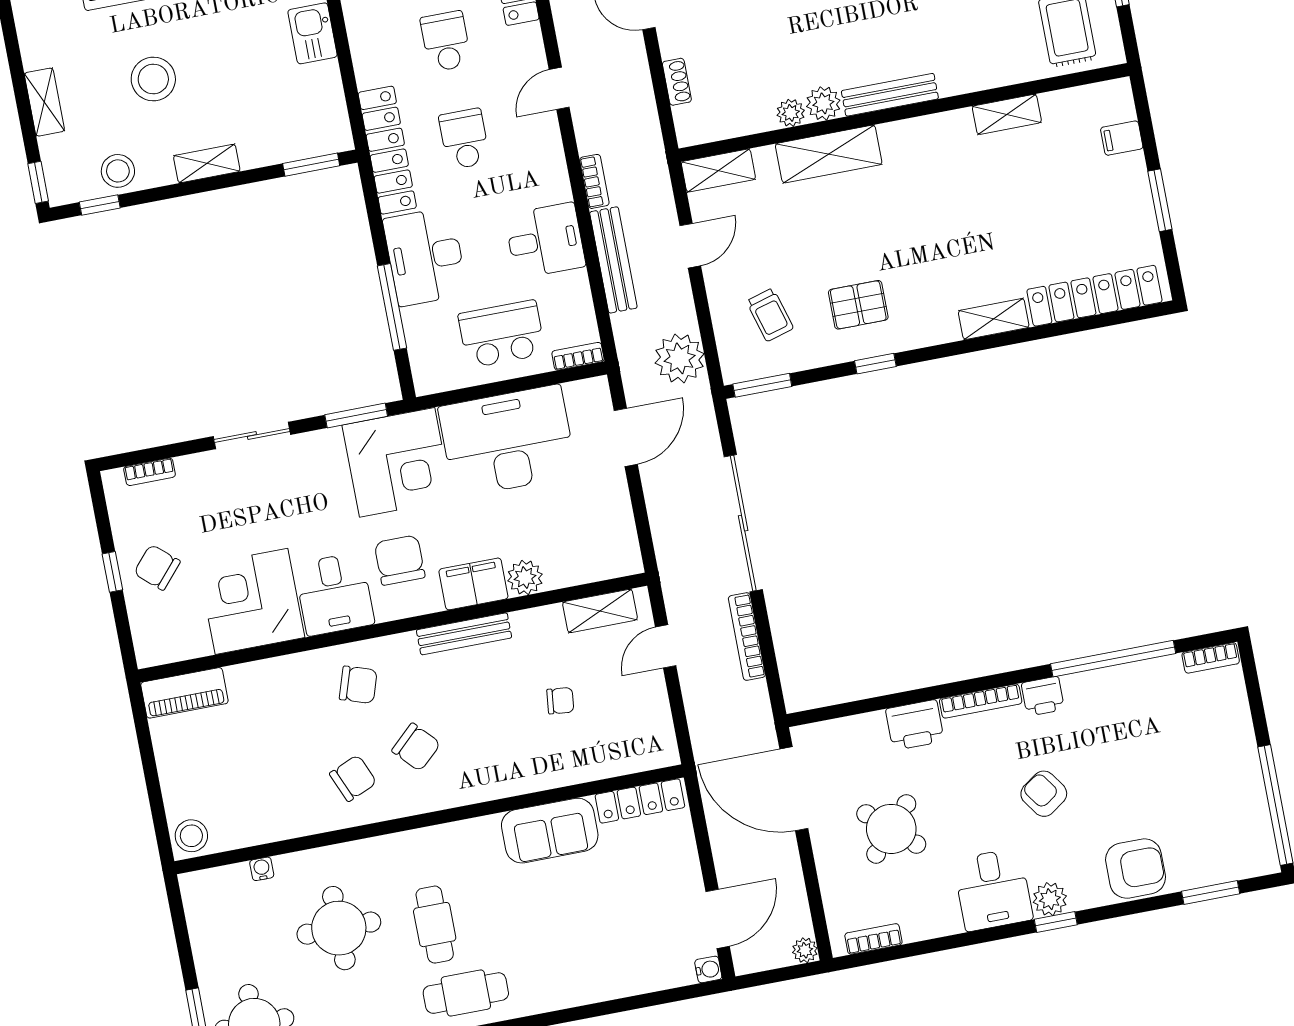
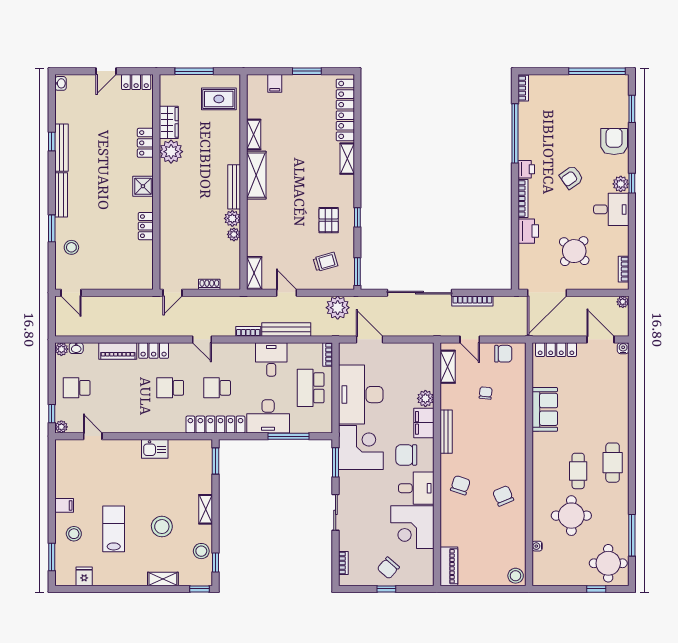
shelving: (829, 154) -> (256, 175), moved
chair: (416, 747) -> (503, 354), moved, turned 43
locker: (640, 801) -> (556, 350), moved, turned 90
cafe table: (435, 925) -> (578, 471), turned 90

